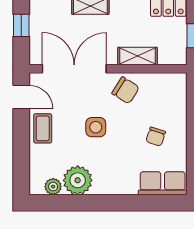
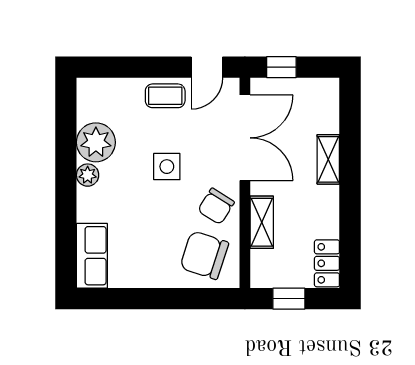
window: (21, 25) -> (281, 67), moved
chair: (156, 137) -> (204, 255), moved, width x1.87, depth x1.87
plant: (53, 187) -> (88, 175), moved

